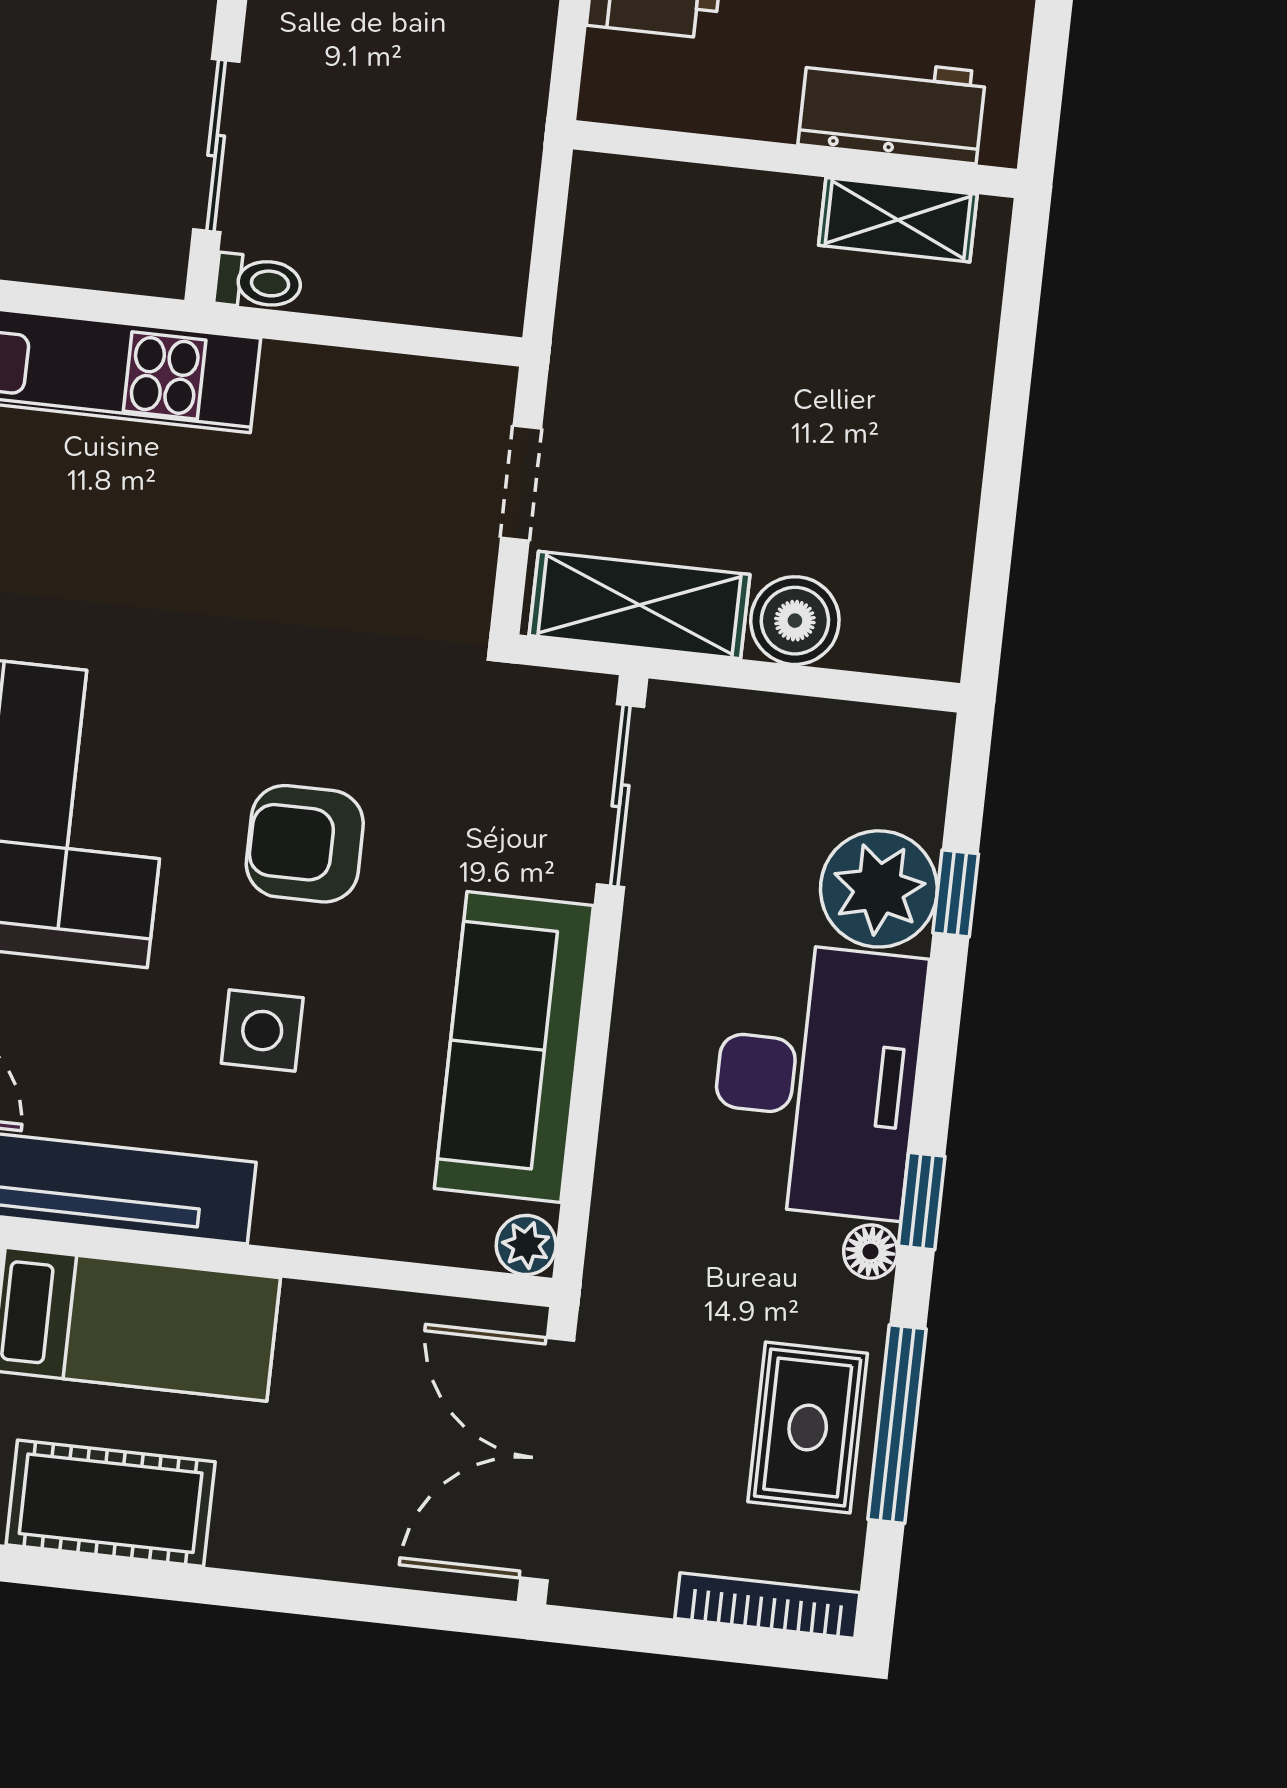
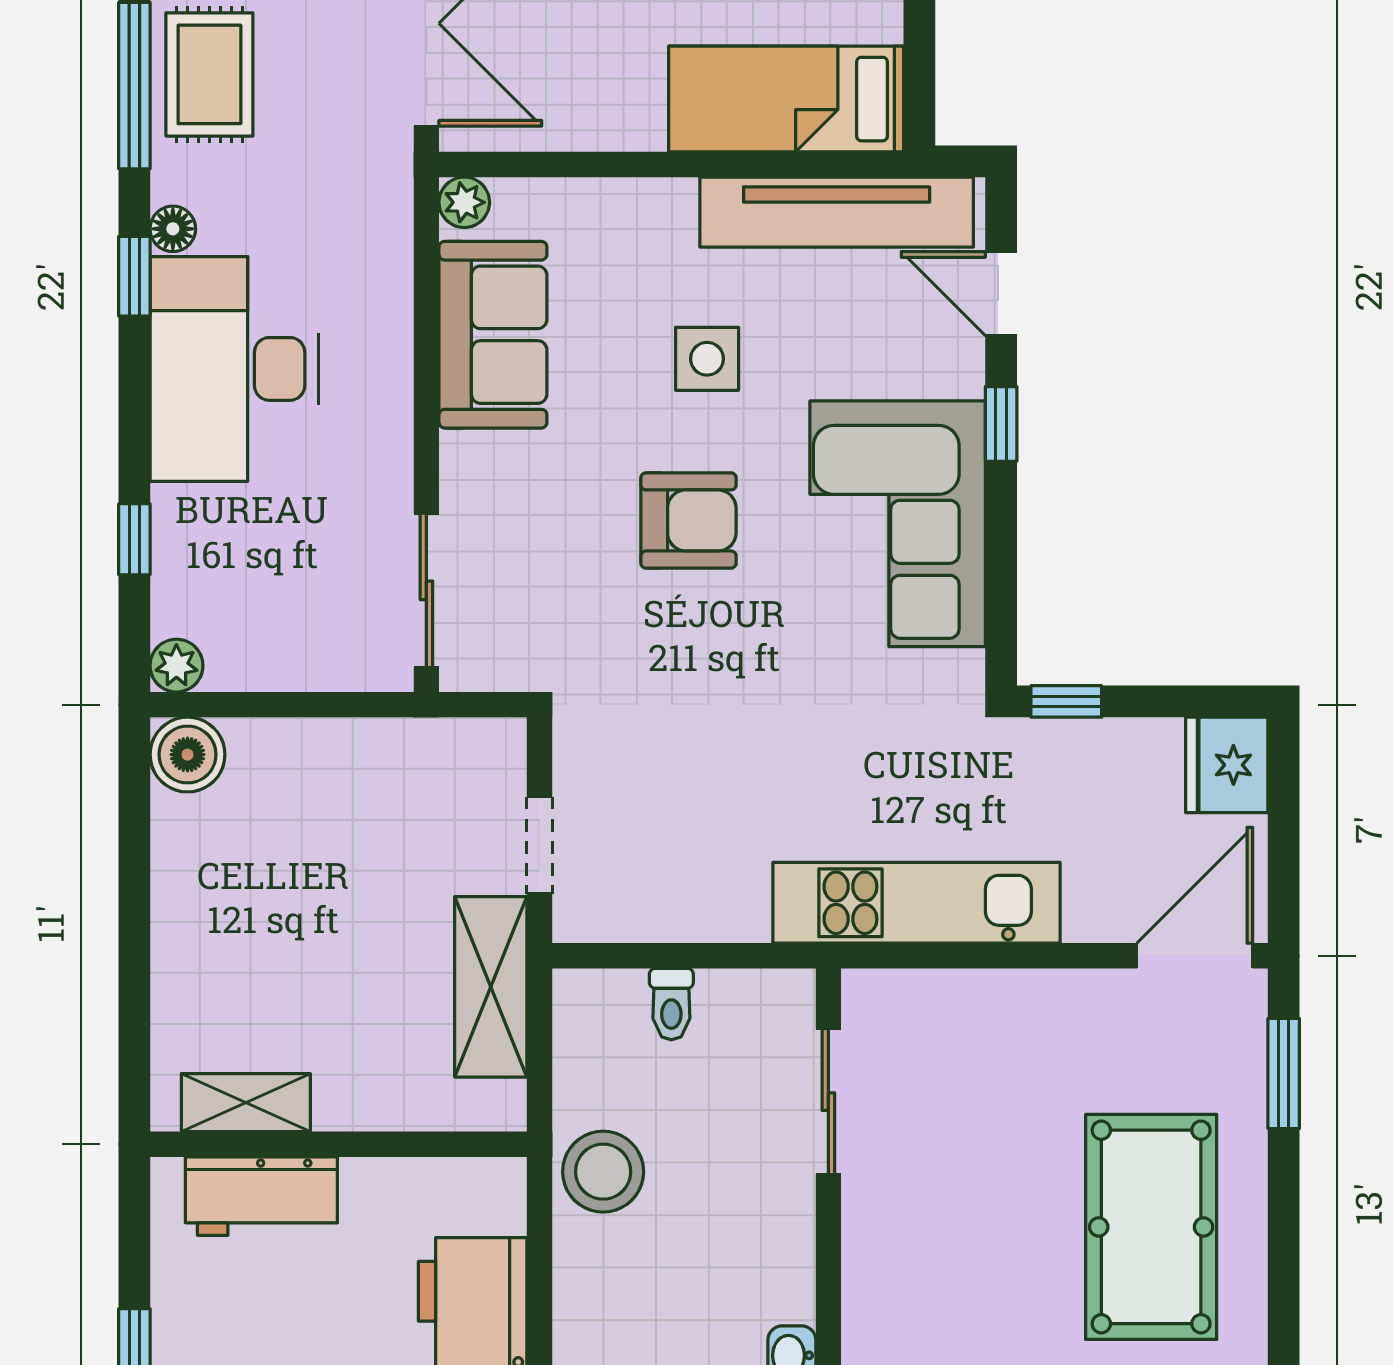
stool: (489, 93) -> (603, 1172), added
toilet: (258, 282) -> (671, 1004), moved, turned -90
shelving: (639, 605) -> (491, 987), moved, turned 90
boiler: (795, 621) -> (188, 755), moved
plant: (879, 889) -> (176, 666), moved, width x0.53, depth x0.53
sofa: (514, 1047) -> (493, 335), width x0.73

